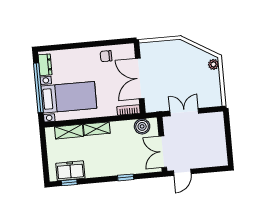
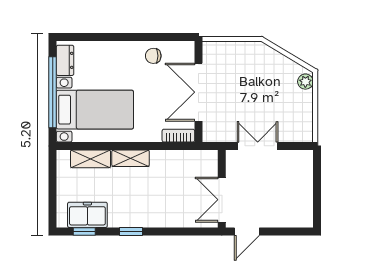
boiler: (142, 126) -> (196, 161), removed
window: (126, 177) -> (131, 232), moved

